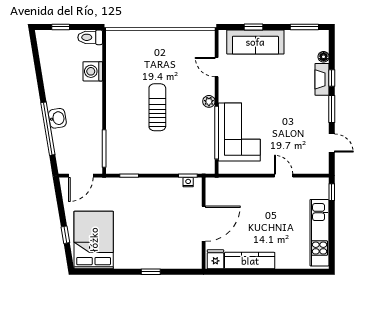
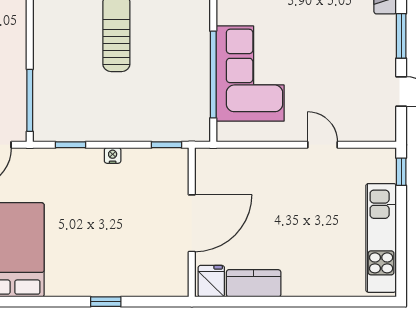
plant: (209, 101) -> (201, 24), removed
nightstand: (188, 182) -> (113, 155), moved
kitchen counter: (250, 261) -> (254, 283), width x0.67

